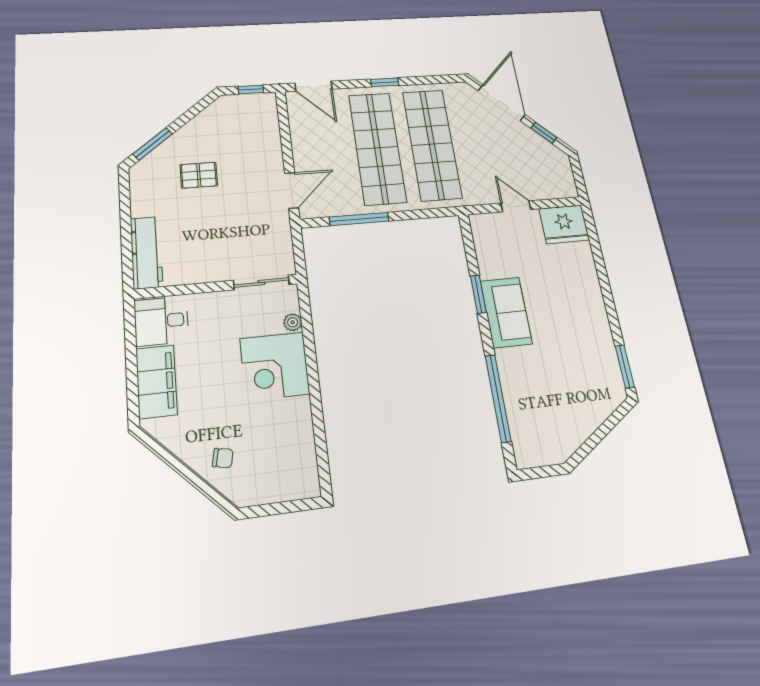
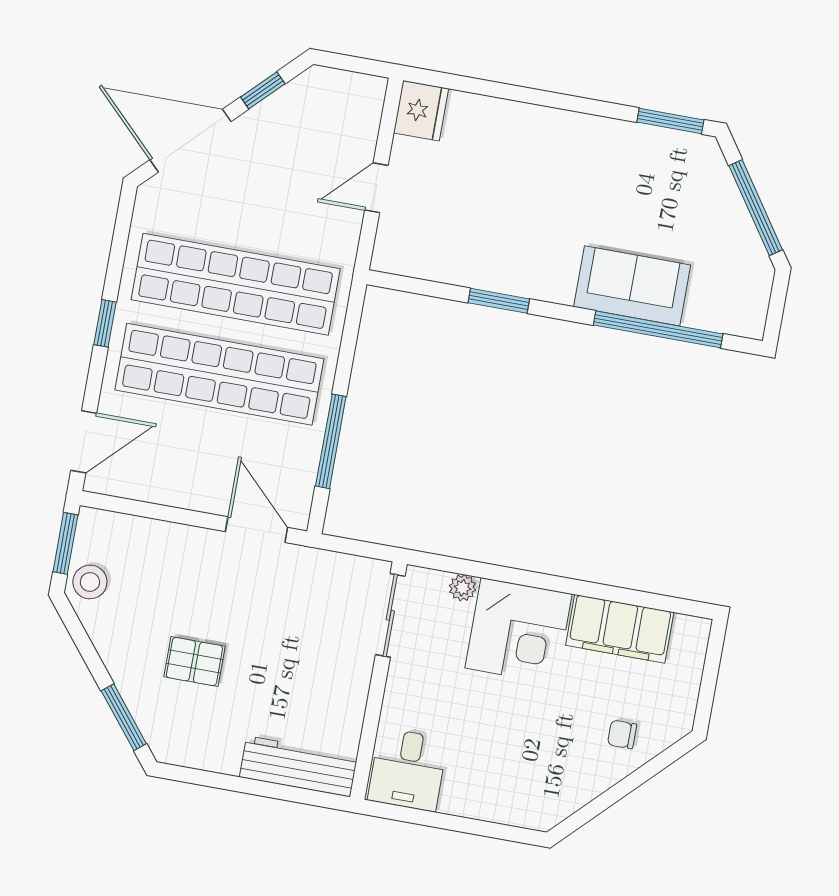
window: (251, 90) -> (65, 543), width x1.50
stool: (232, 107) -> (90, 582), added
pallet: (199, 175) -> (194, 662), turned 90
fridge: (564, 224) -> (421, 111), width x0.73, depth x0.75
sofa: (506, 312) -> (632, 286), moved
filing cabinet: (156, 382) -> (620, 629), moved, turned 180
window: (597, 438) -> (756, 208), added
chair: (223, 458) -> (622, 734), turned -101

